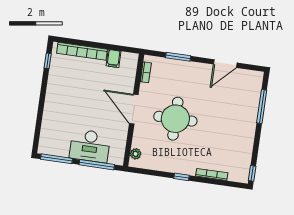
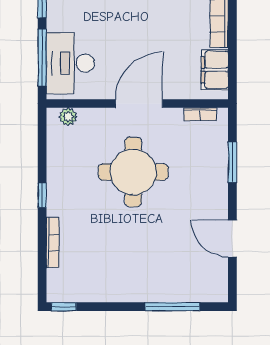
filing cabinet: (113, 59) -> (215, 70), width x2.00
desk: (90, 146) -> (70, 63), moved

